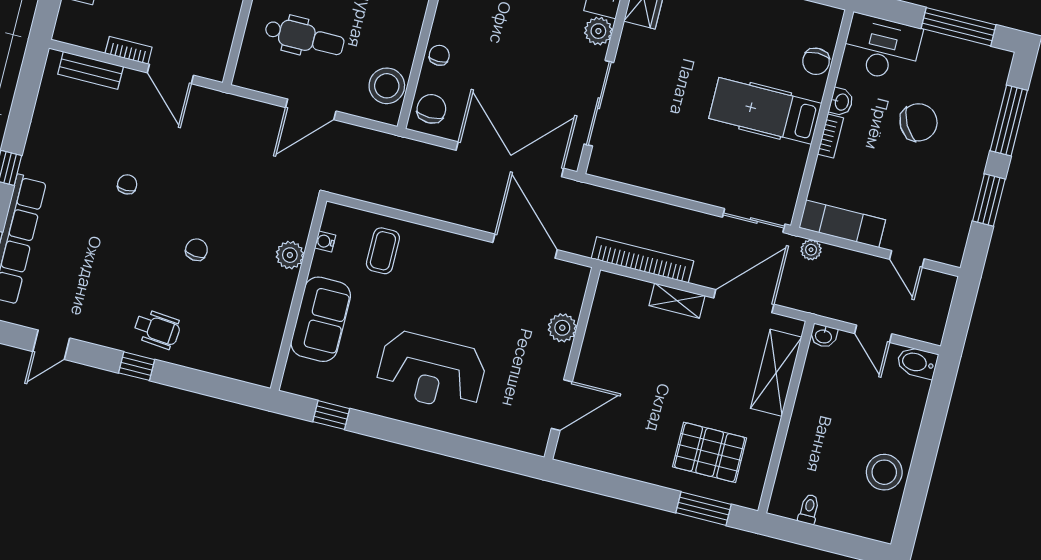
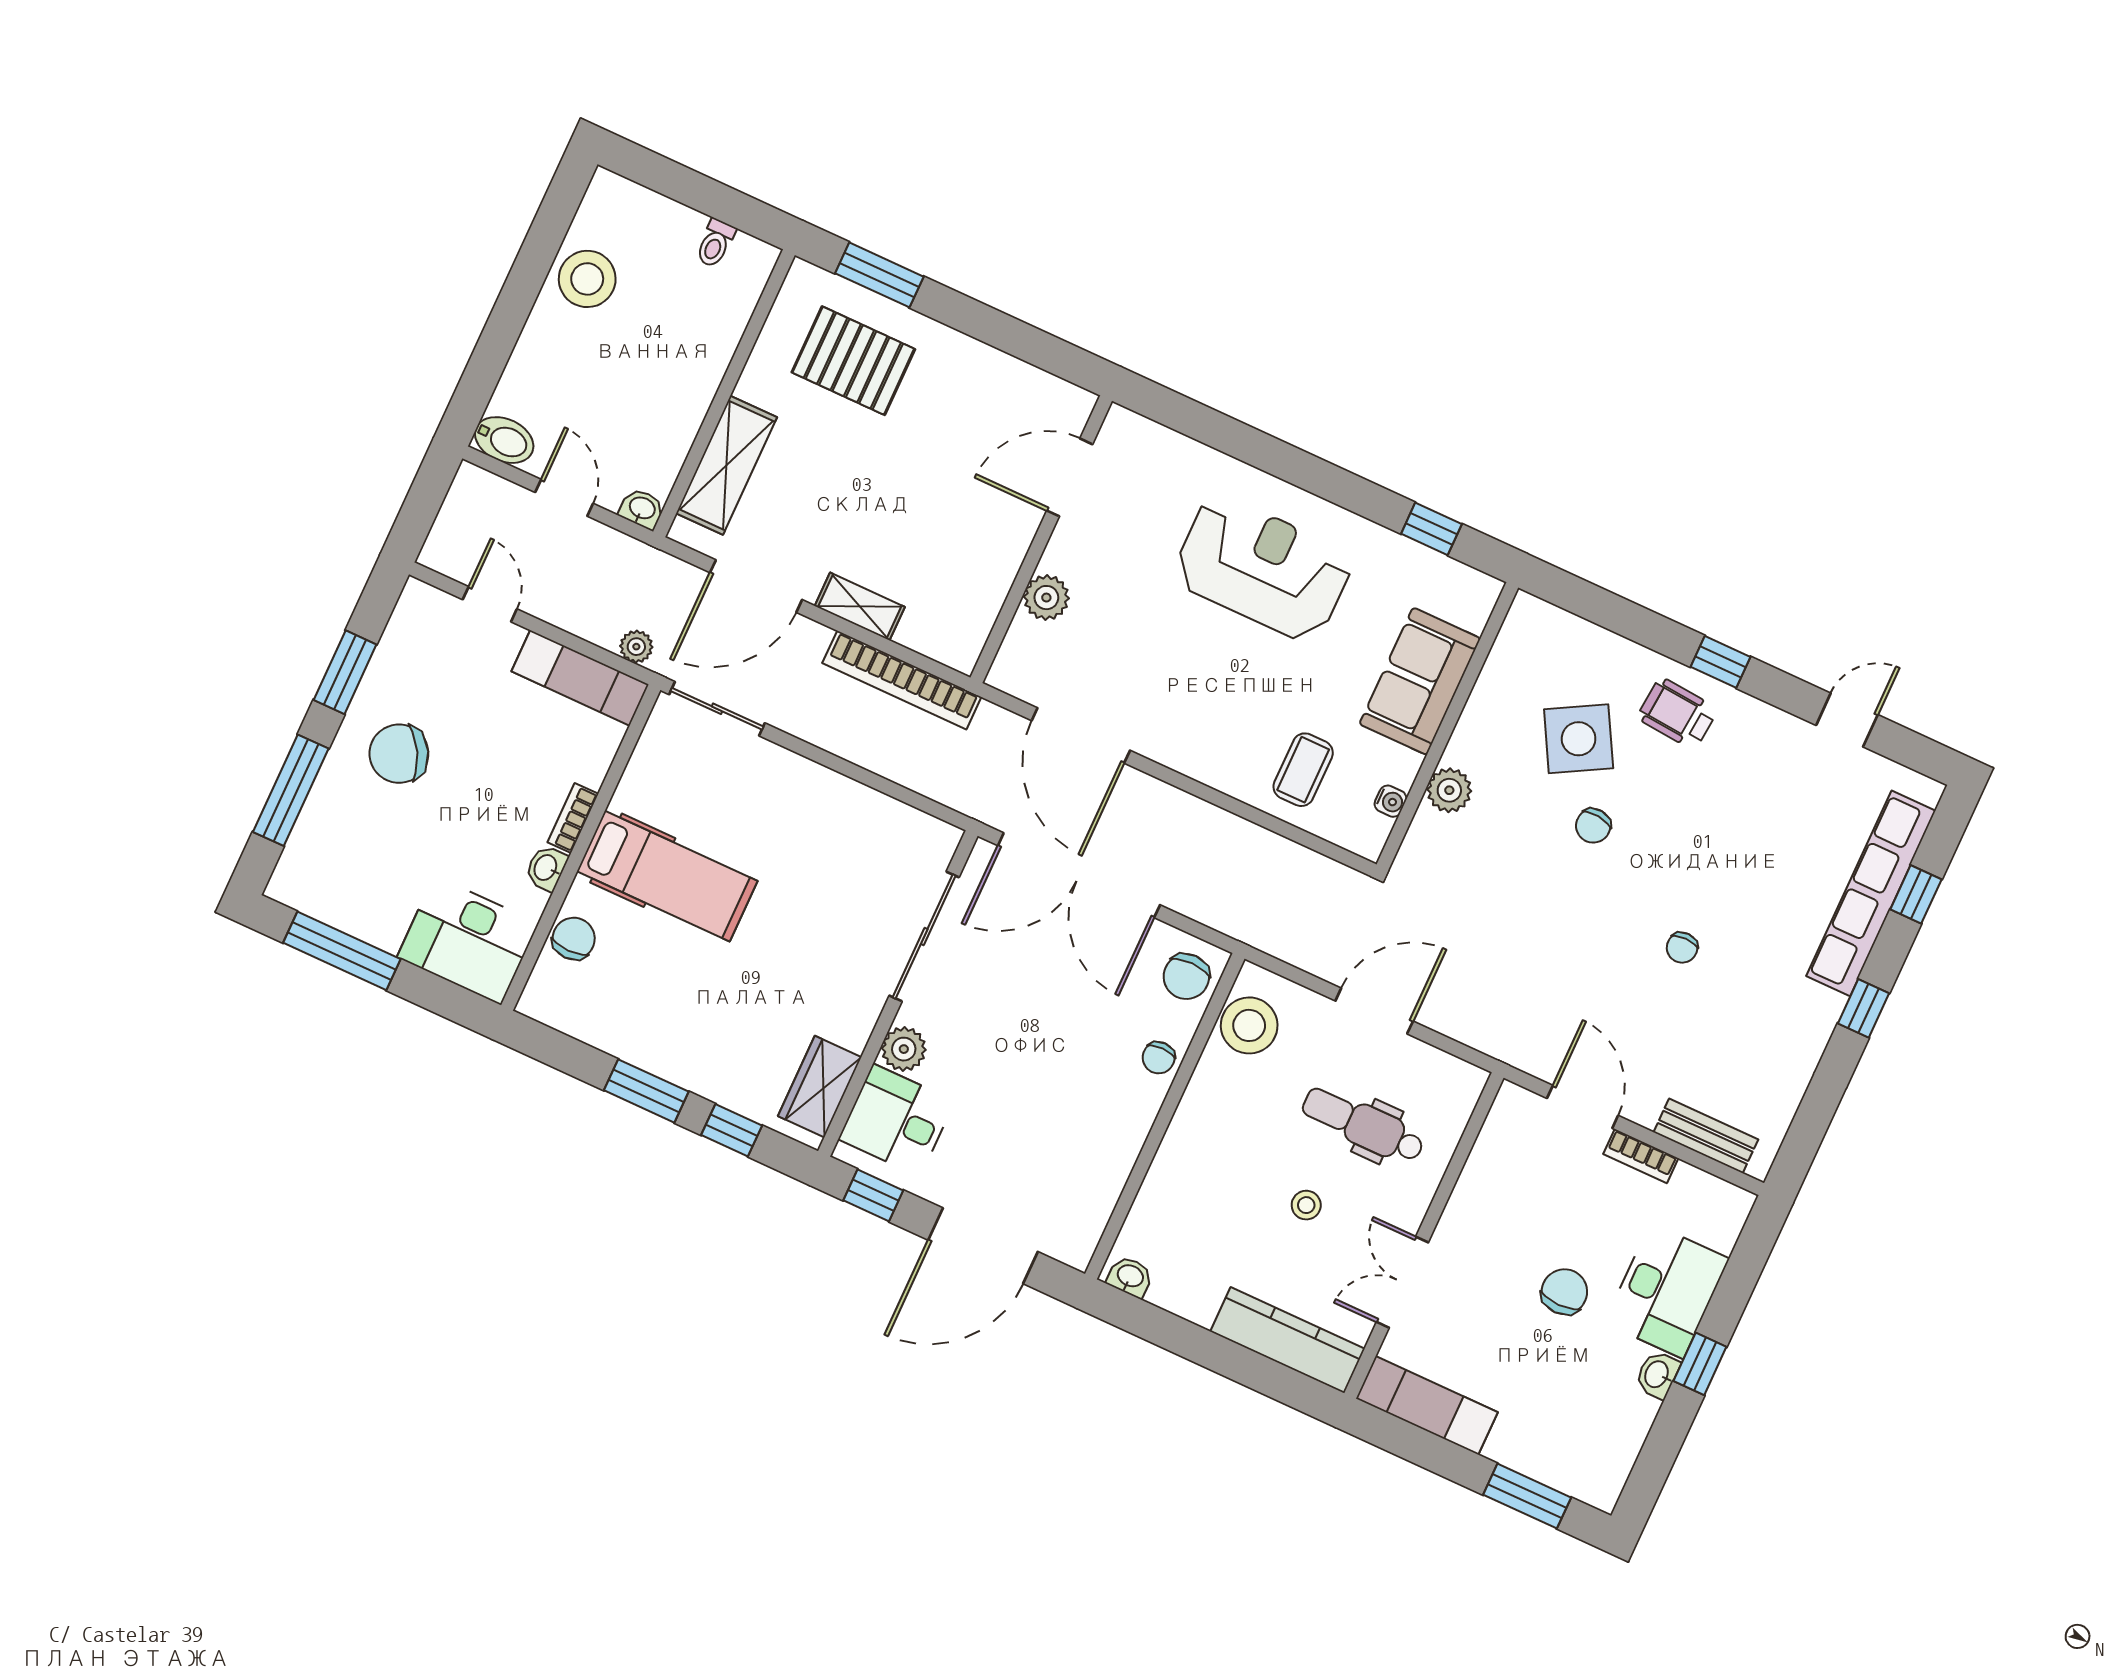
chair: (919, 122) -> (399, 754), moved
side table: (216, 302) -> (1579, 739), added

